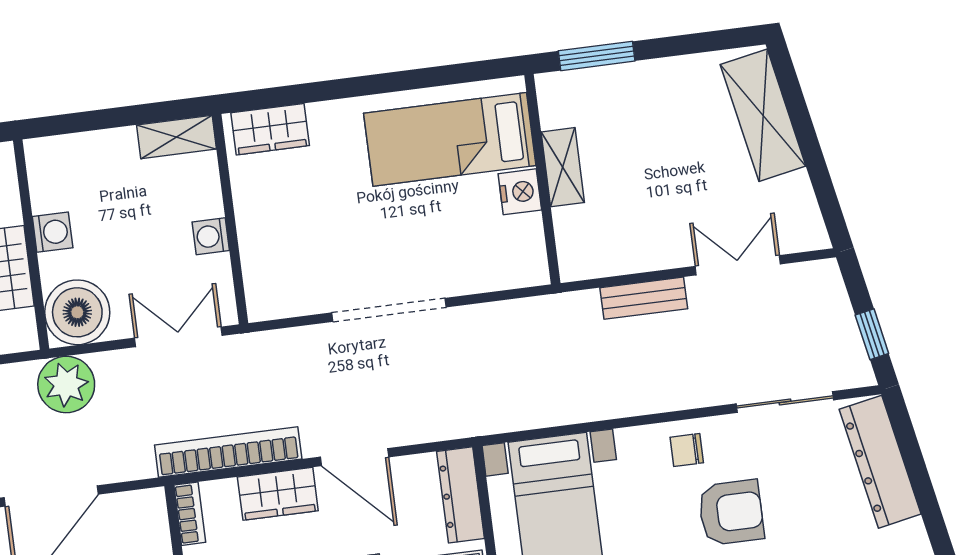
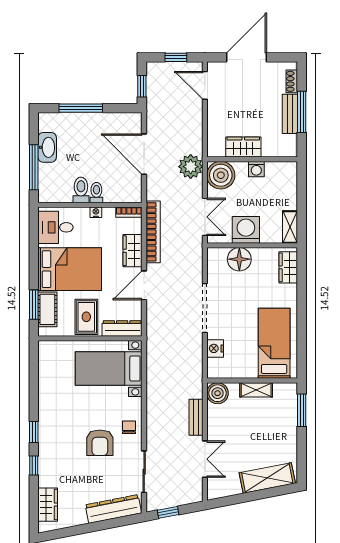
nightstand: (520, 192) -> (215, 348), moved, turned 90
washing machine: (211, 236) -> (246, 230), width x1.89, depth x1.89
floor lamp: (266, 245) -> (239, 259), added
boiler: (582, 255) -> (218, 393), added

